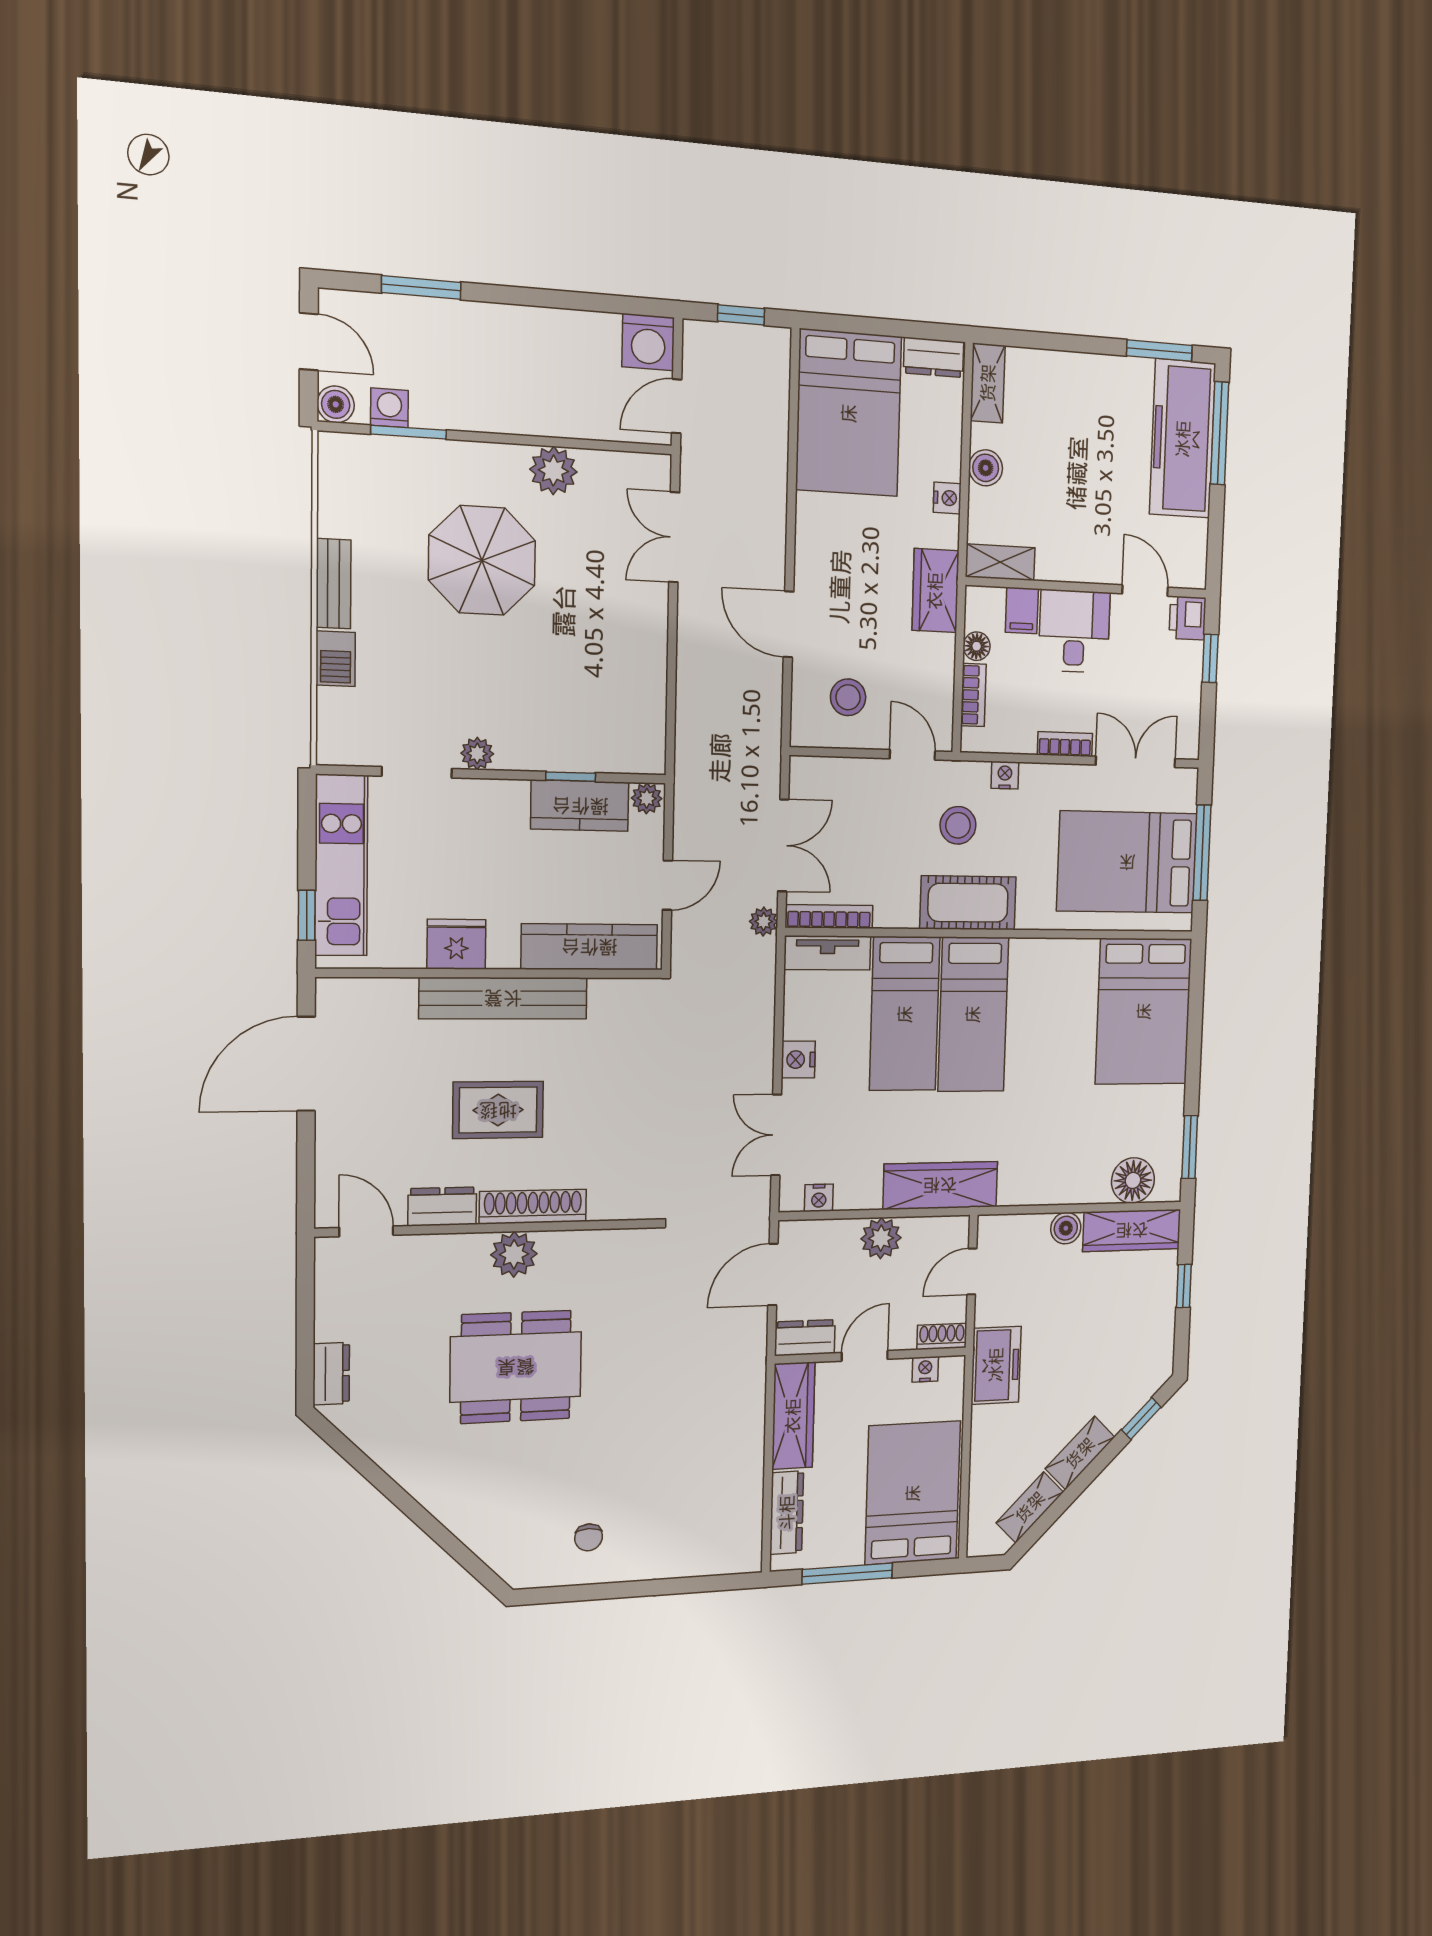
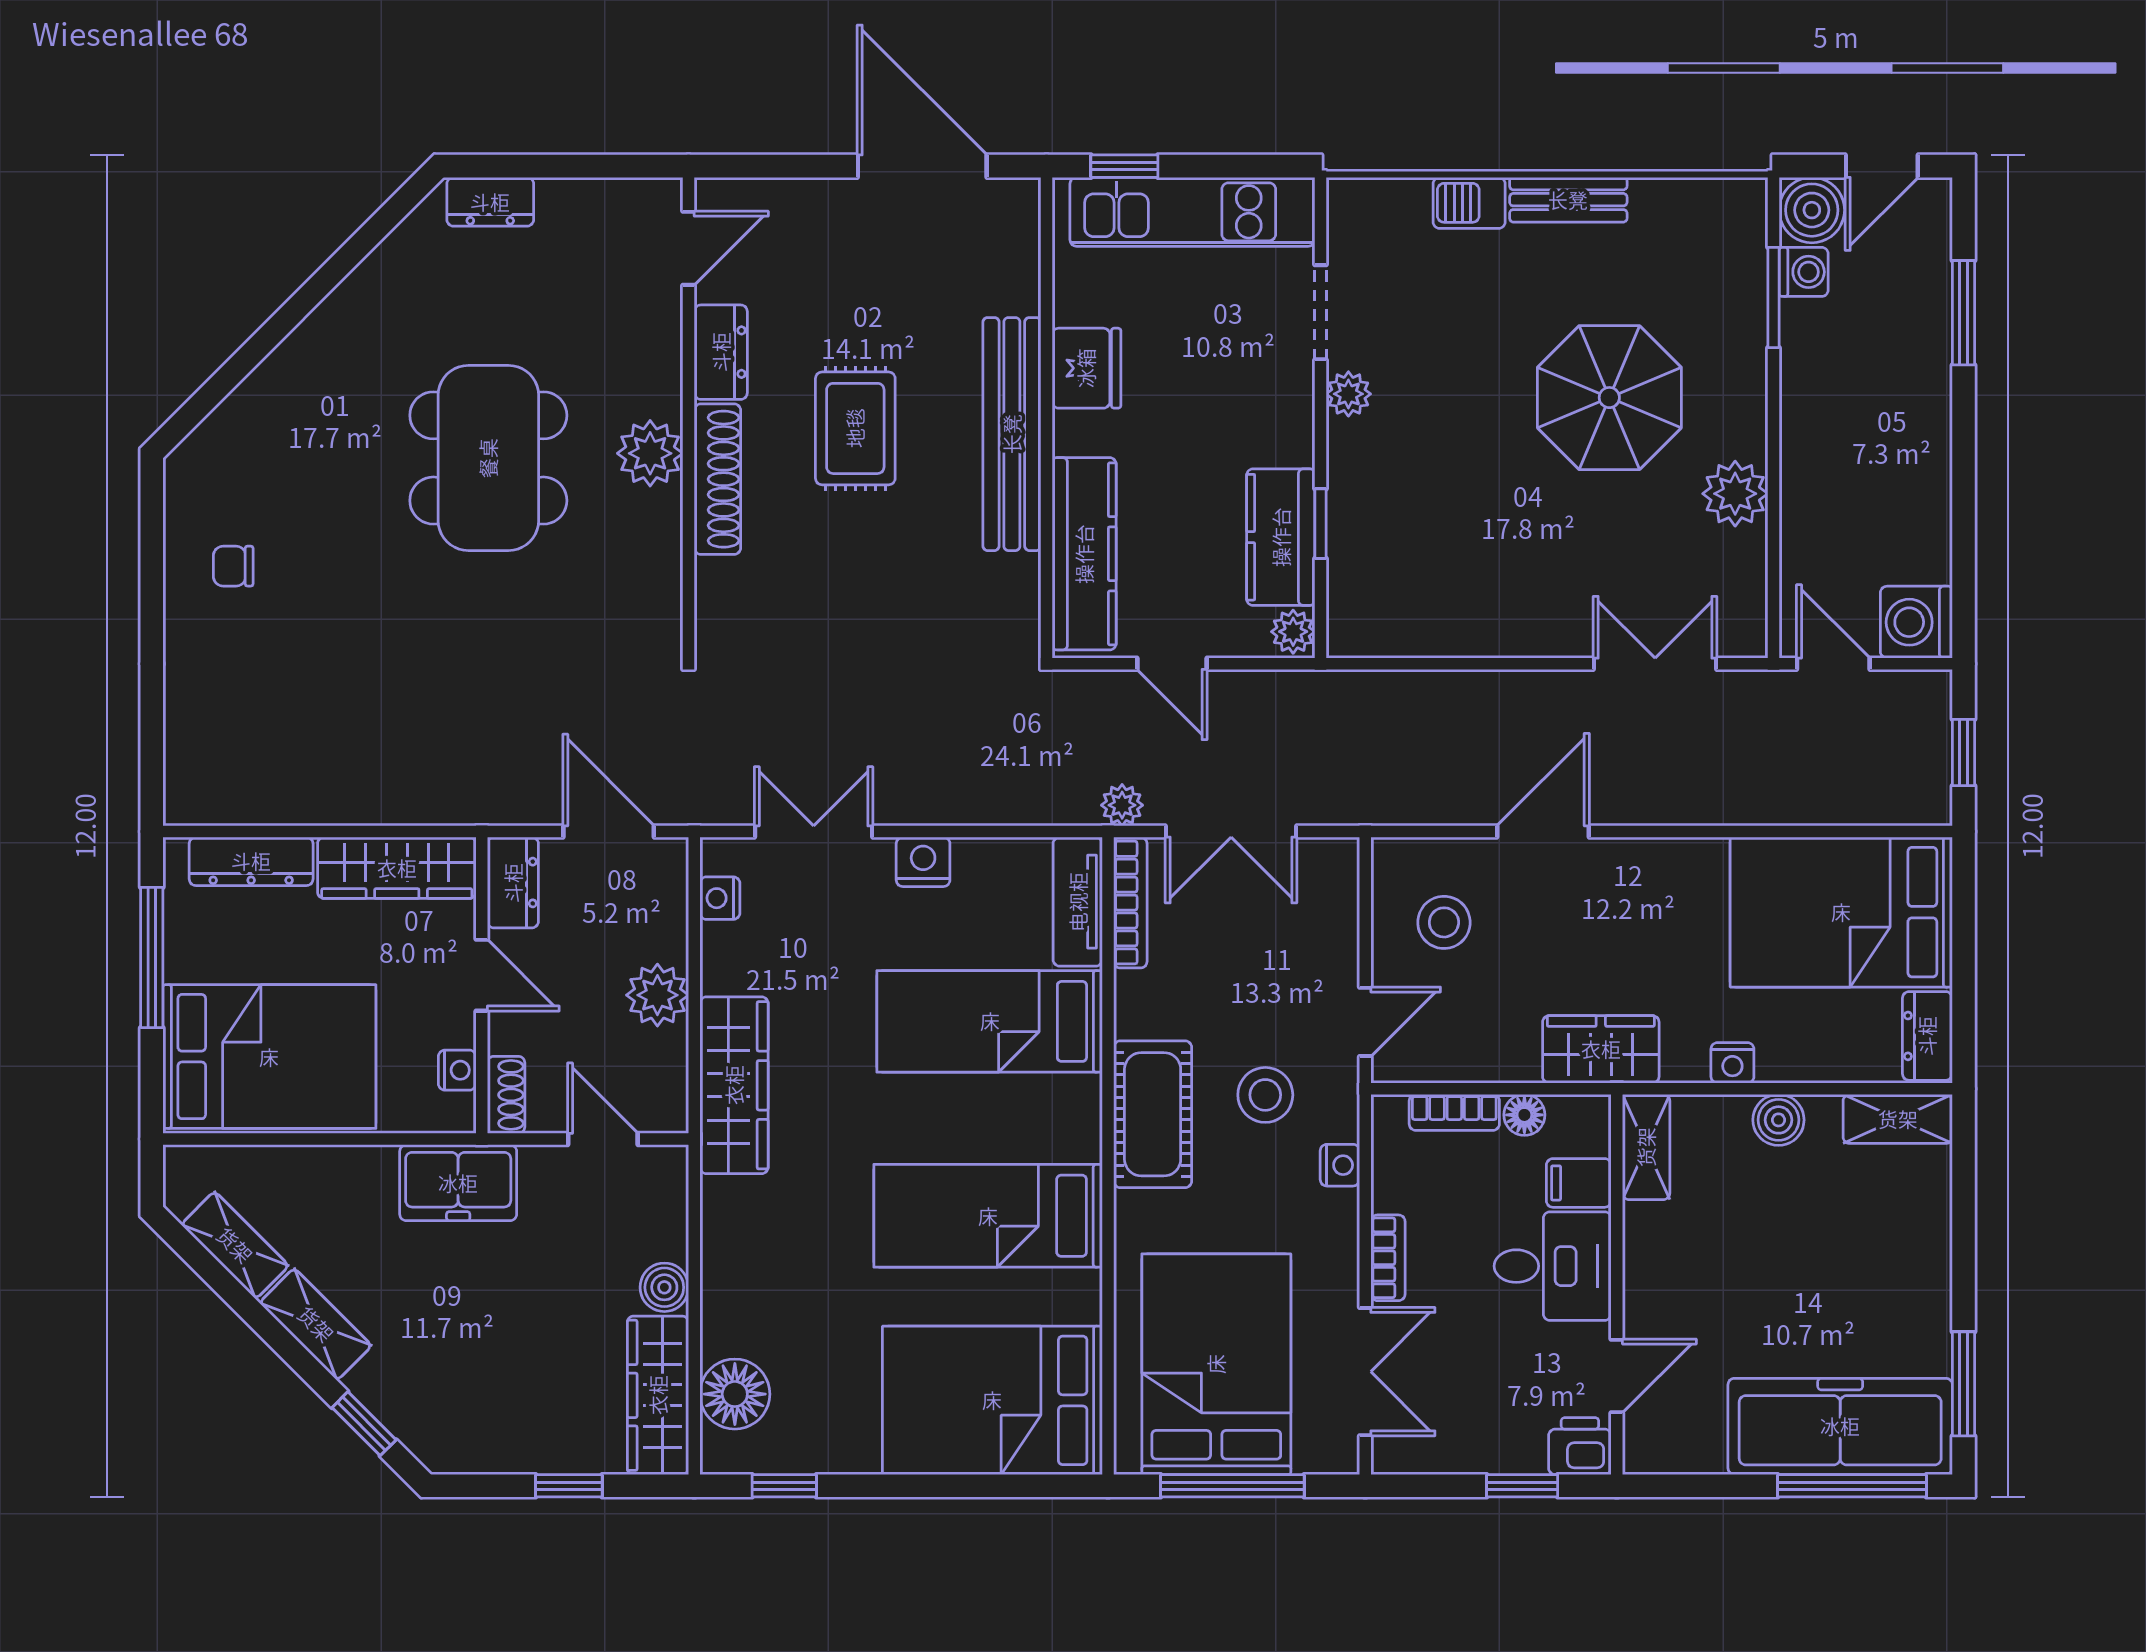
boiler: (336, 404) -> (1812, 210), width x1.36, depth x1.36
bed: (973, 1014) -> (988, 1216), moved
window: (1190, 1147) -> (784, 1486), width x0.67

